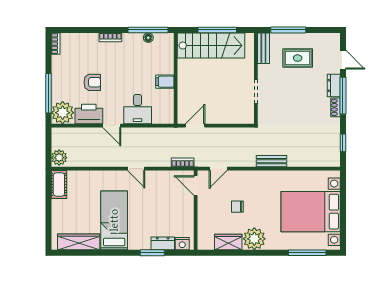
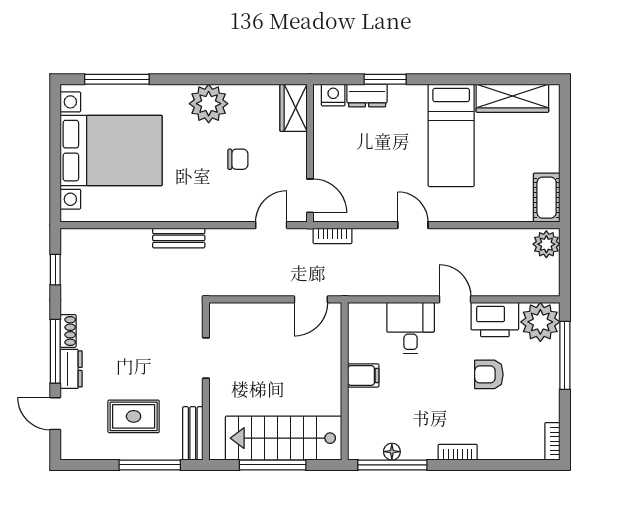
wardrobe: (228, 242) -> (293, 108), moved, turned 90

